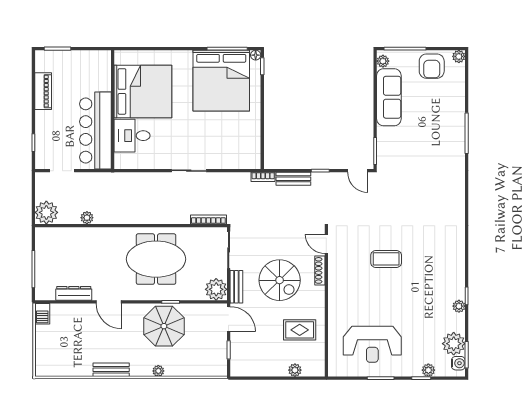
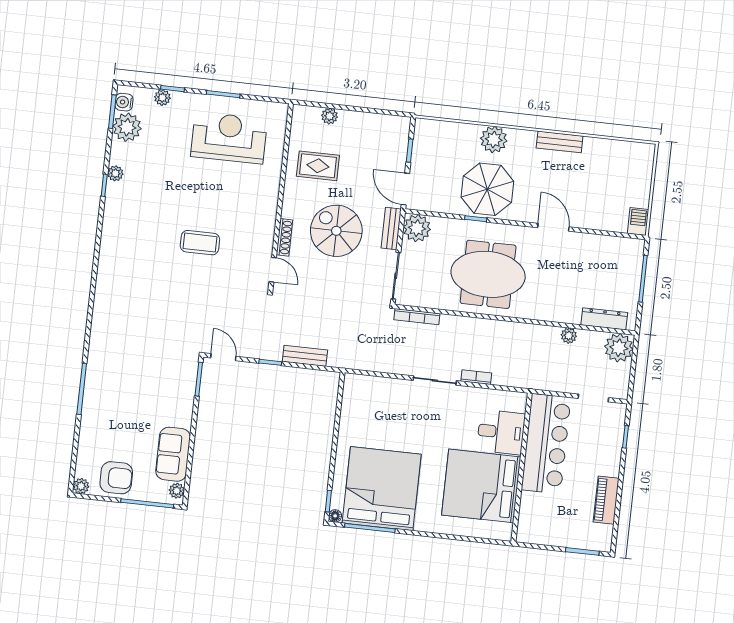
armchair: (432, 66) -> (116, 478), turned 90
sofa: (389, 97) -> (173, 454), width x0.73
bookcase: (263, 177) -> (476, 377), moved
dresser: (74, 293) -> (604, 319), moved, turned 180
plant: (158, 371) -> (494, 140), width x1.88, depth x1.88

